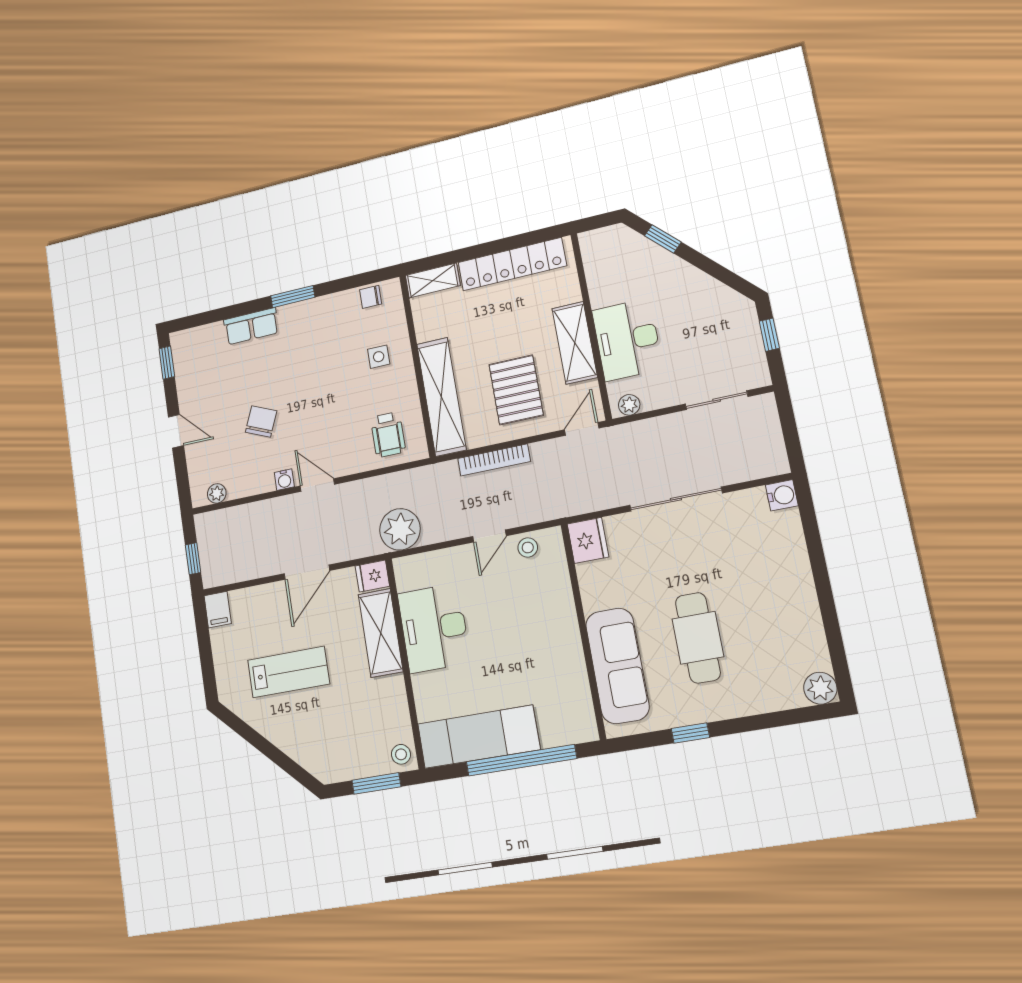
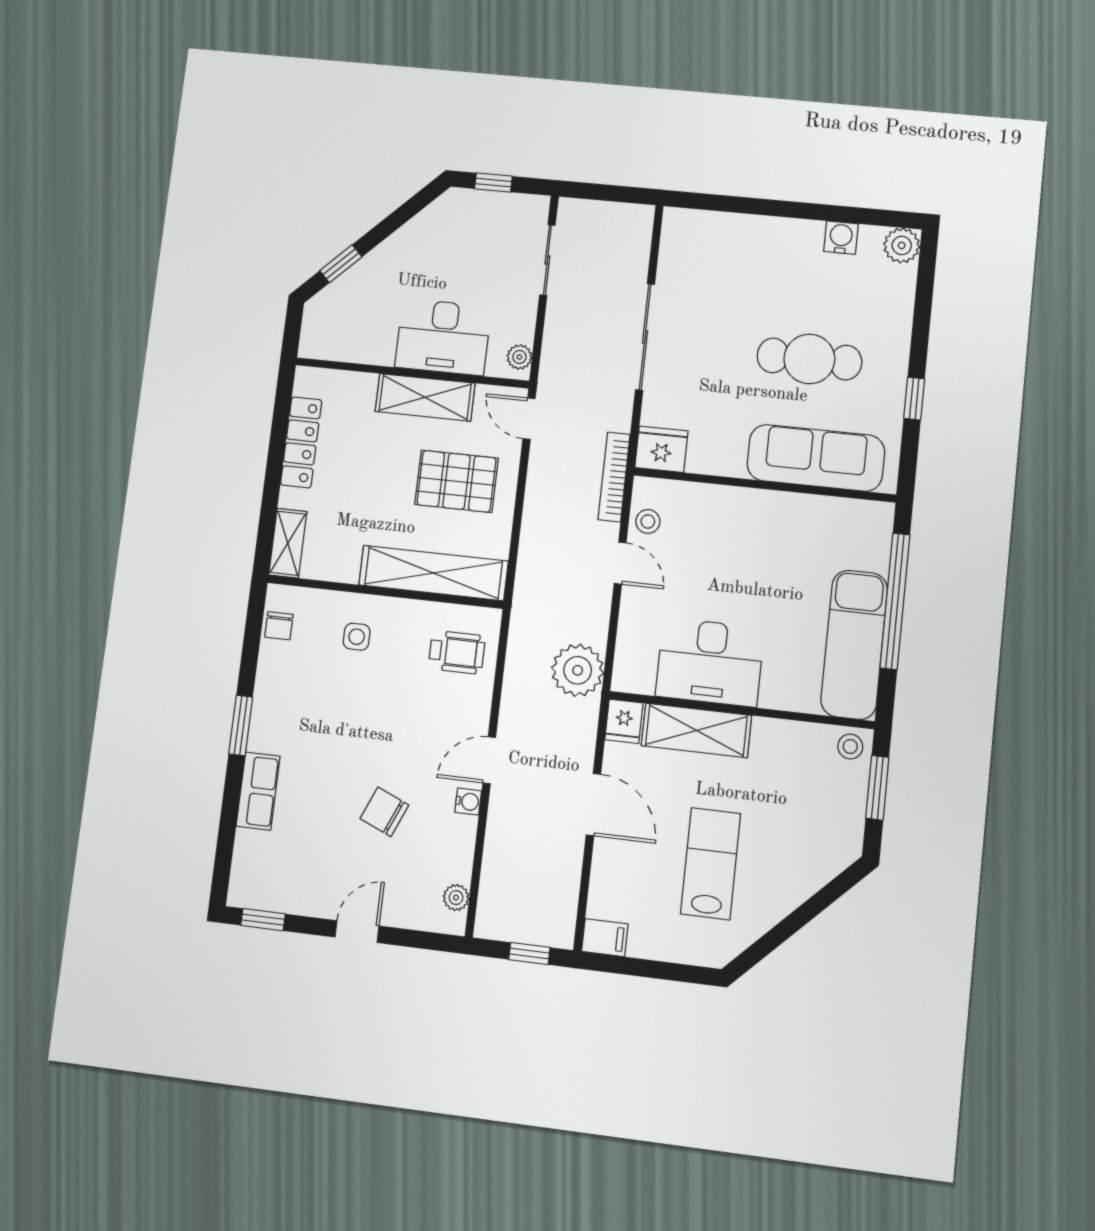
locker: (512, 264) -> (301, 442), width x0.71, depth x0.83
bookcase: (494, 460) -> (614, 477), moved, turned 180
water cooler: (782, 495) -> (841, 238), moved

